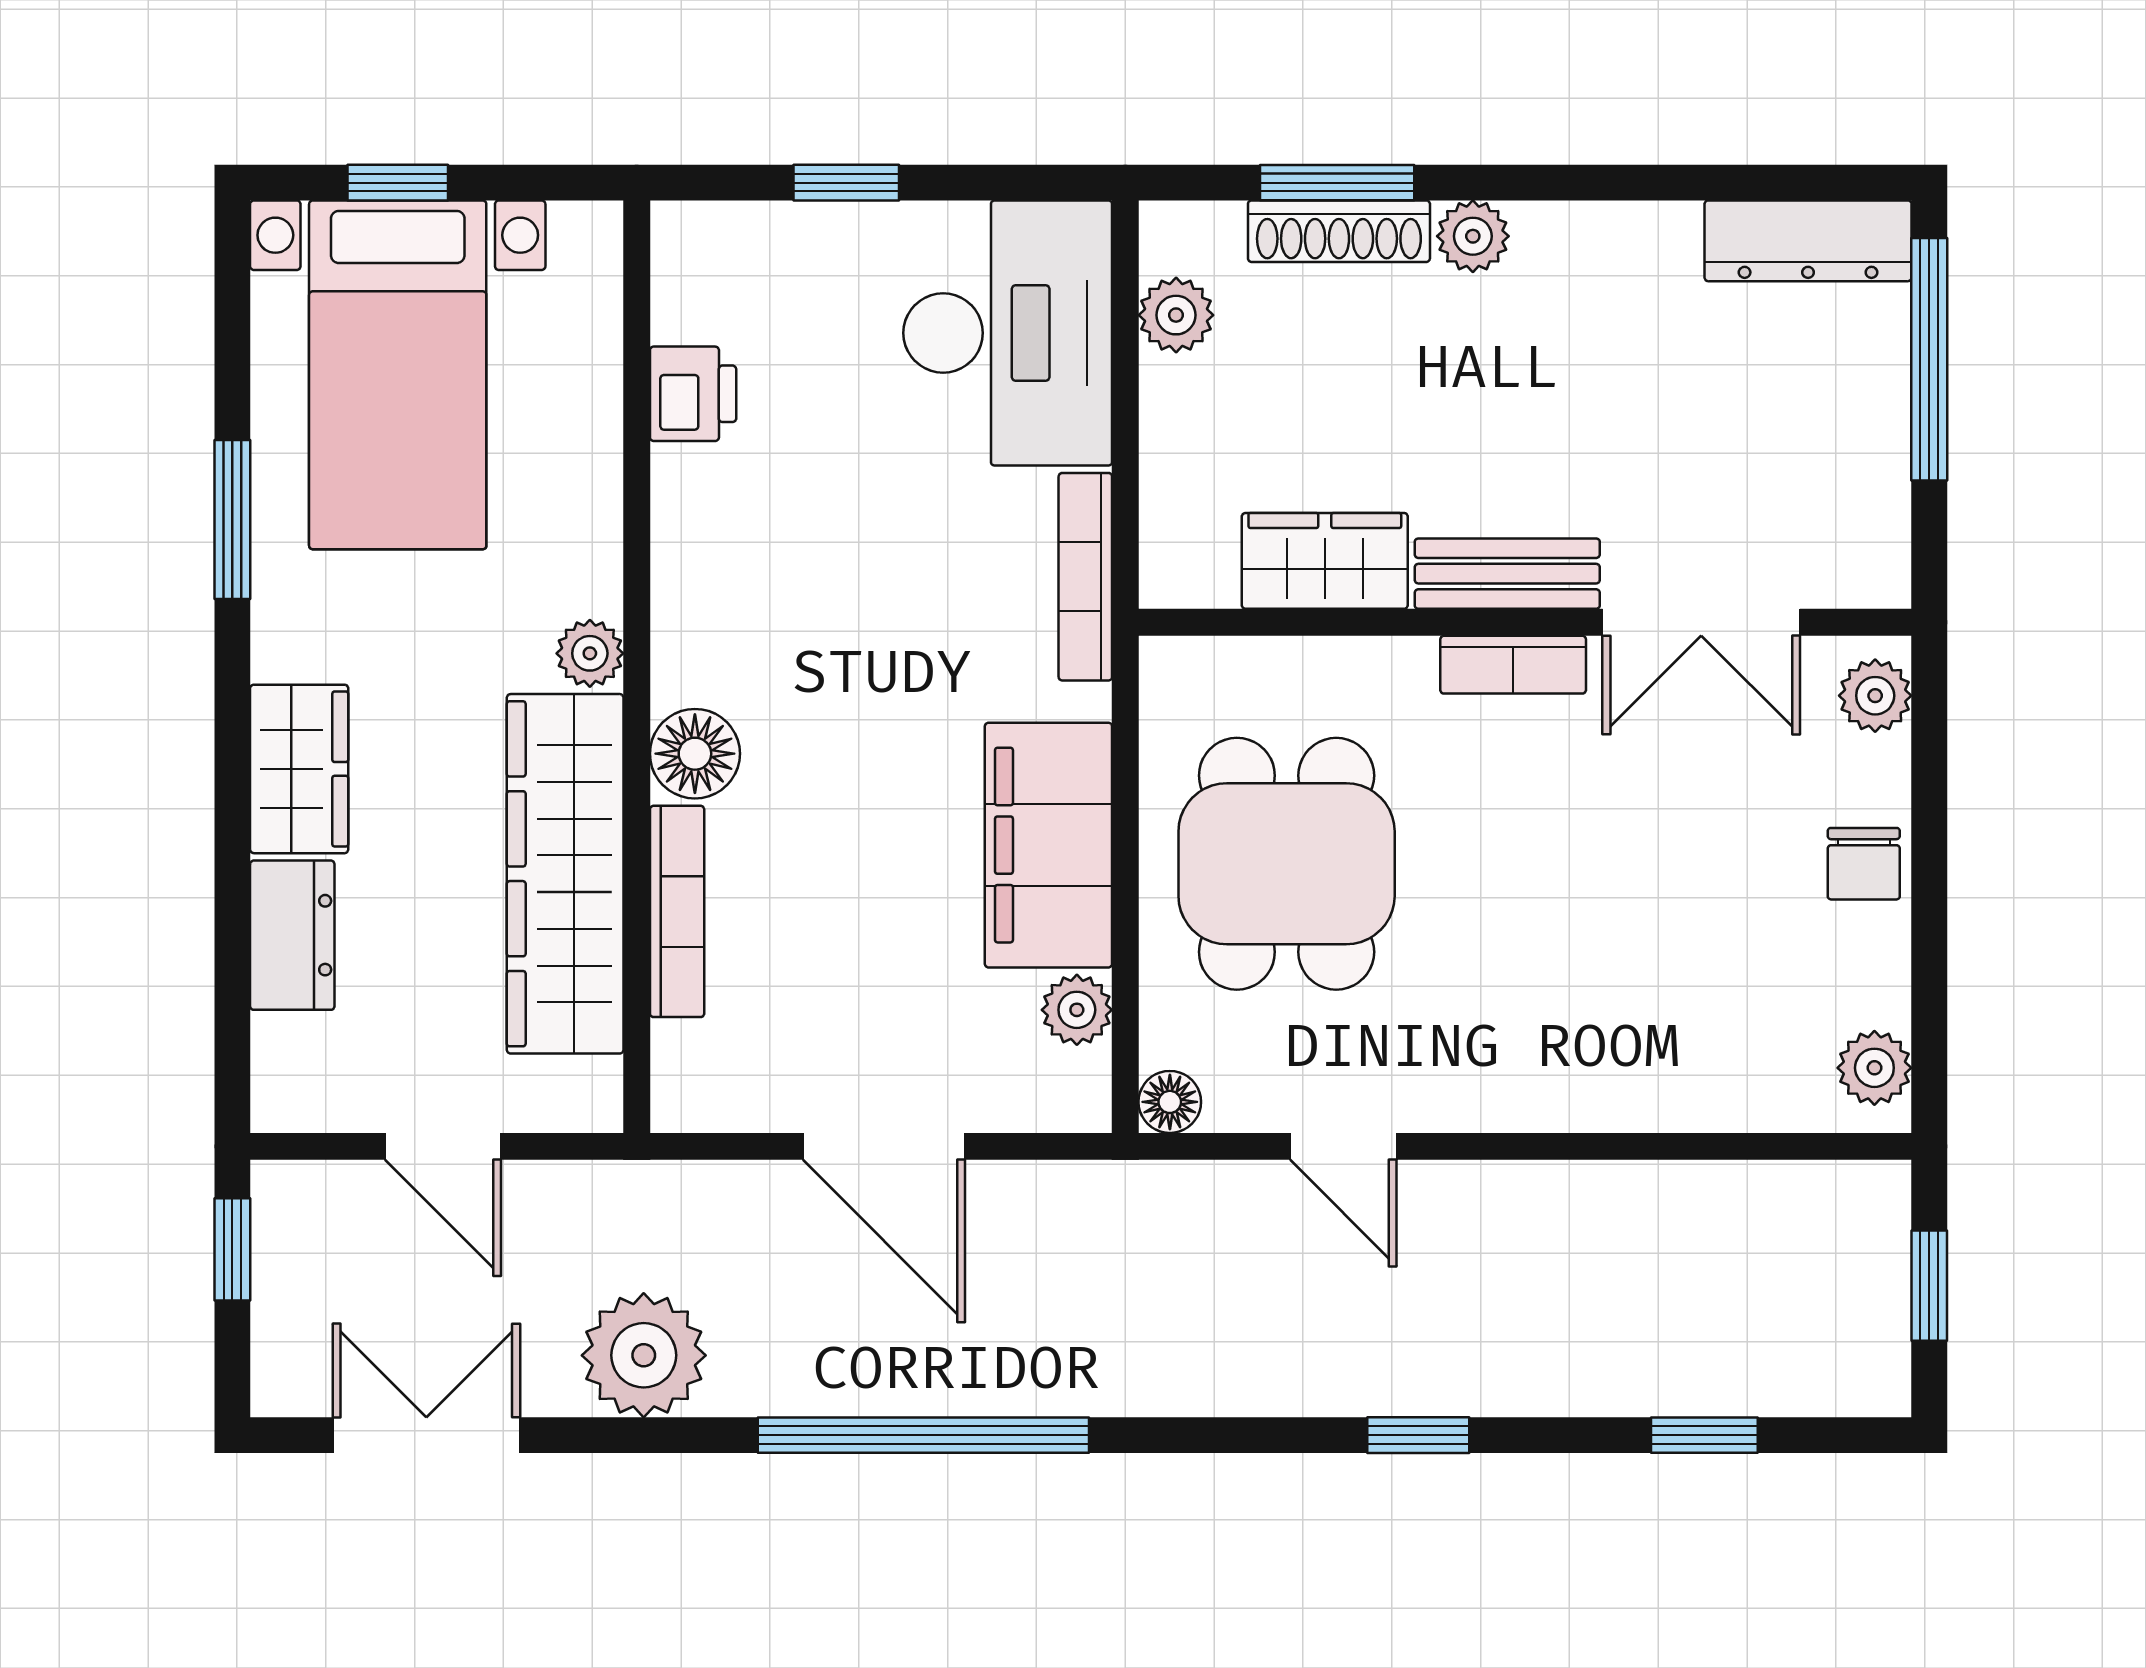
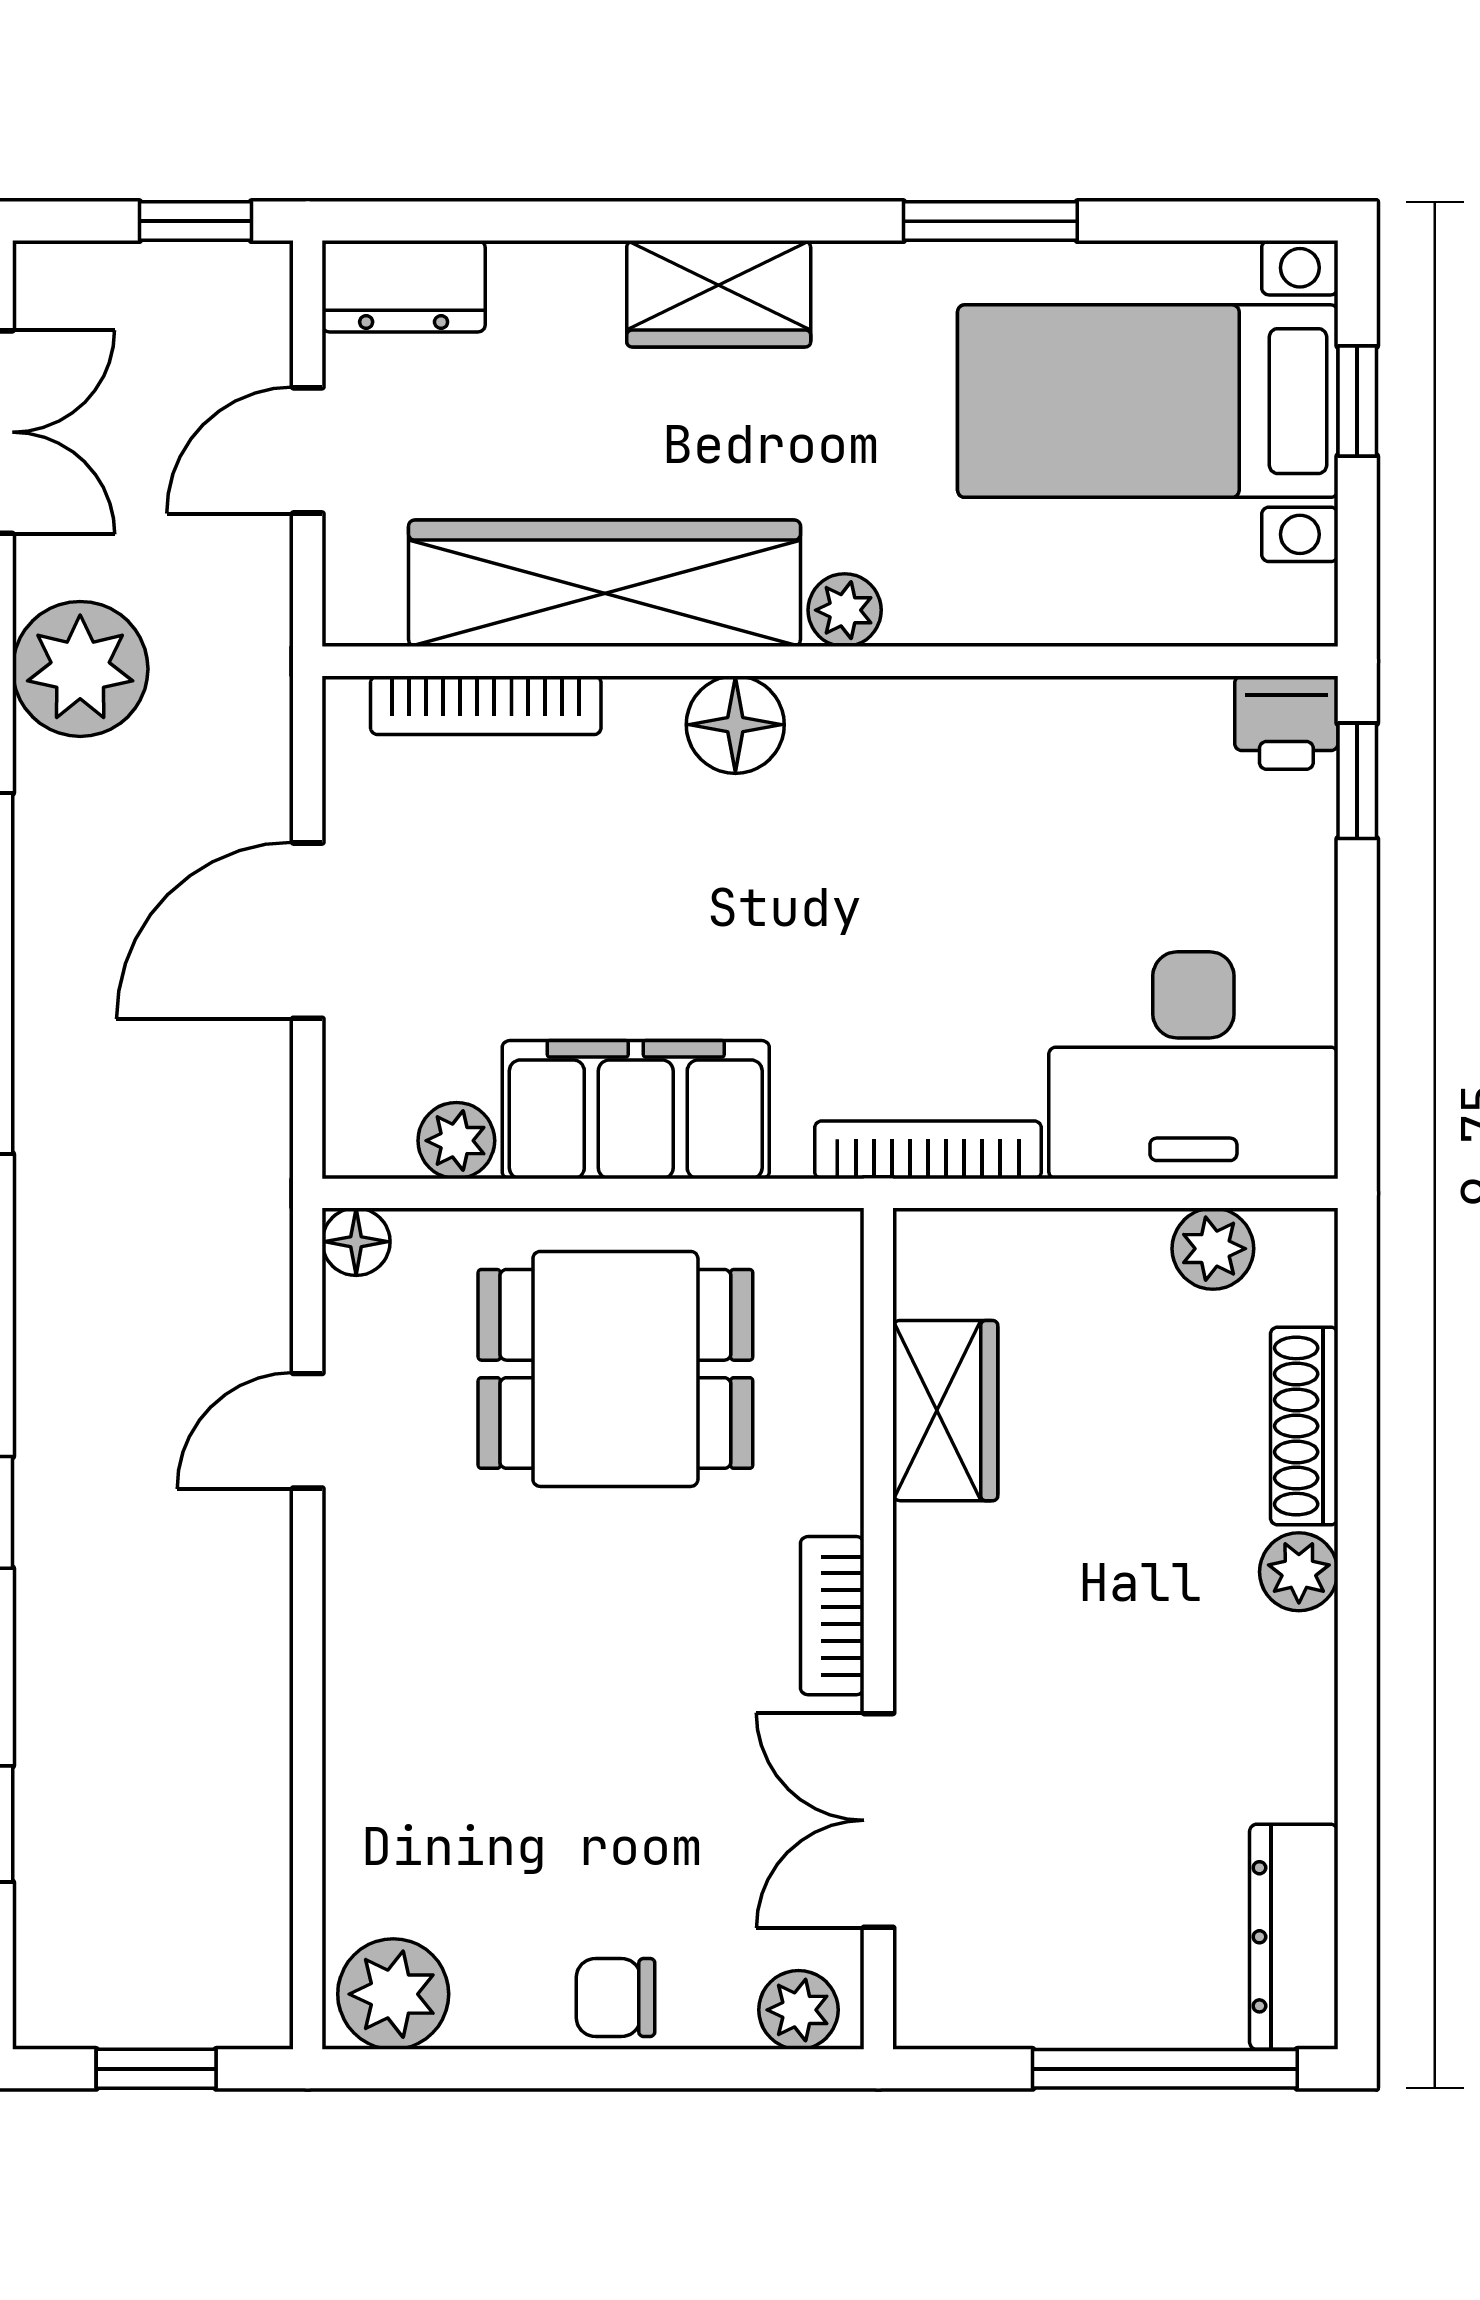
window: (846, 183) -> (1357, 781), moved
window: (1337, 183) -> (1357, 1424), removed
printer: (693, 394) -> (1286, 723), moved
bench: (1507, 574) -> (931, 1609), removed
bookcase: (677, 911) -> (486, 705), moved
dresser: (292, 935) -> (404, 286), moved
plant: (1874, 1068) -> (393, 1994), width x1.38, depth x1.38

